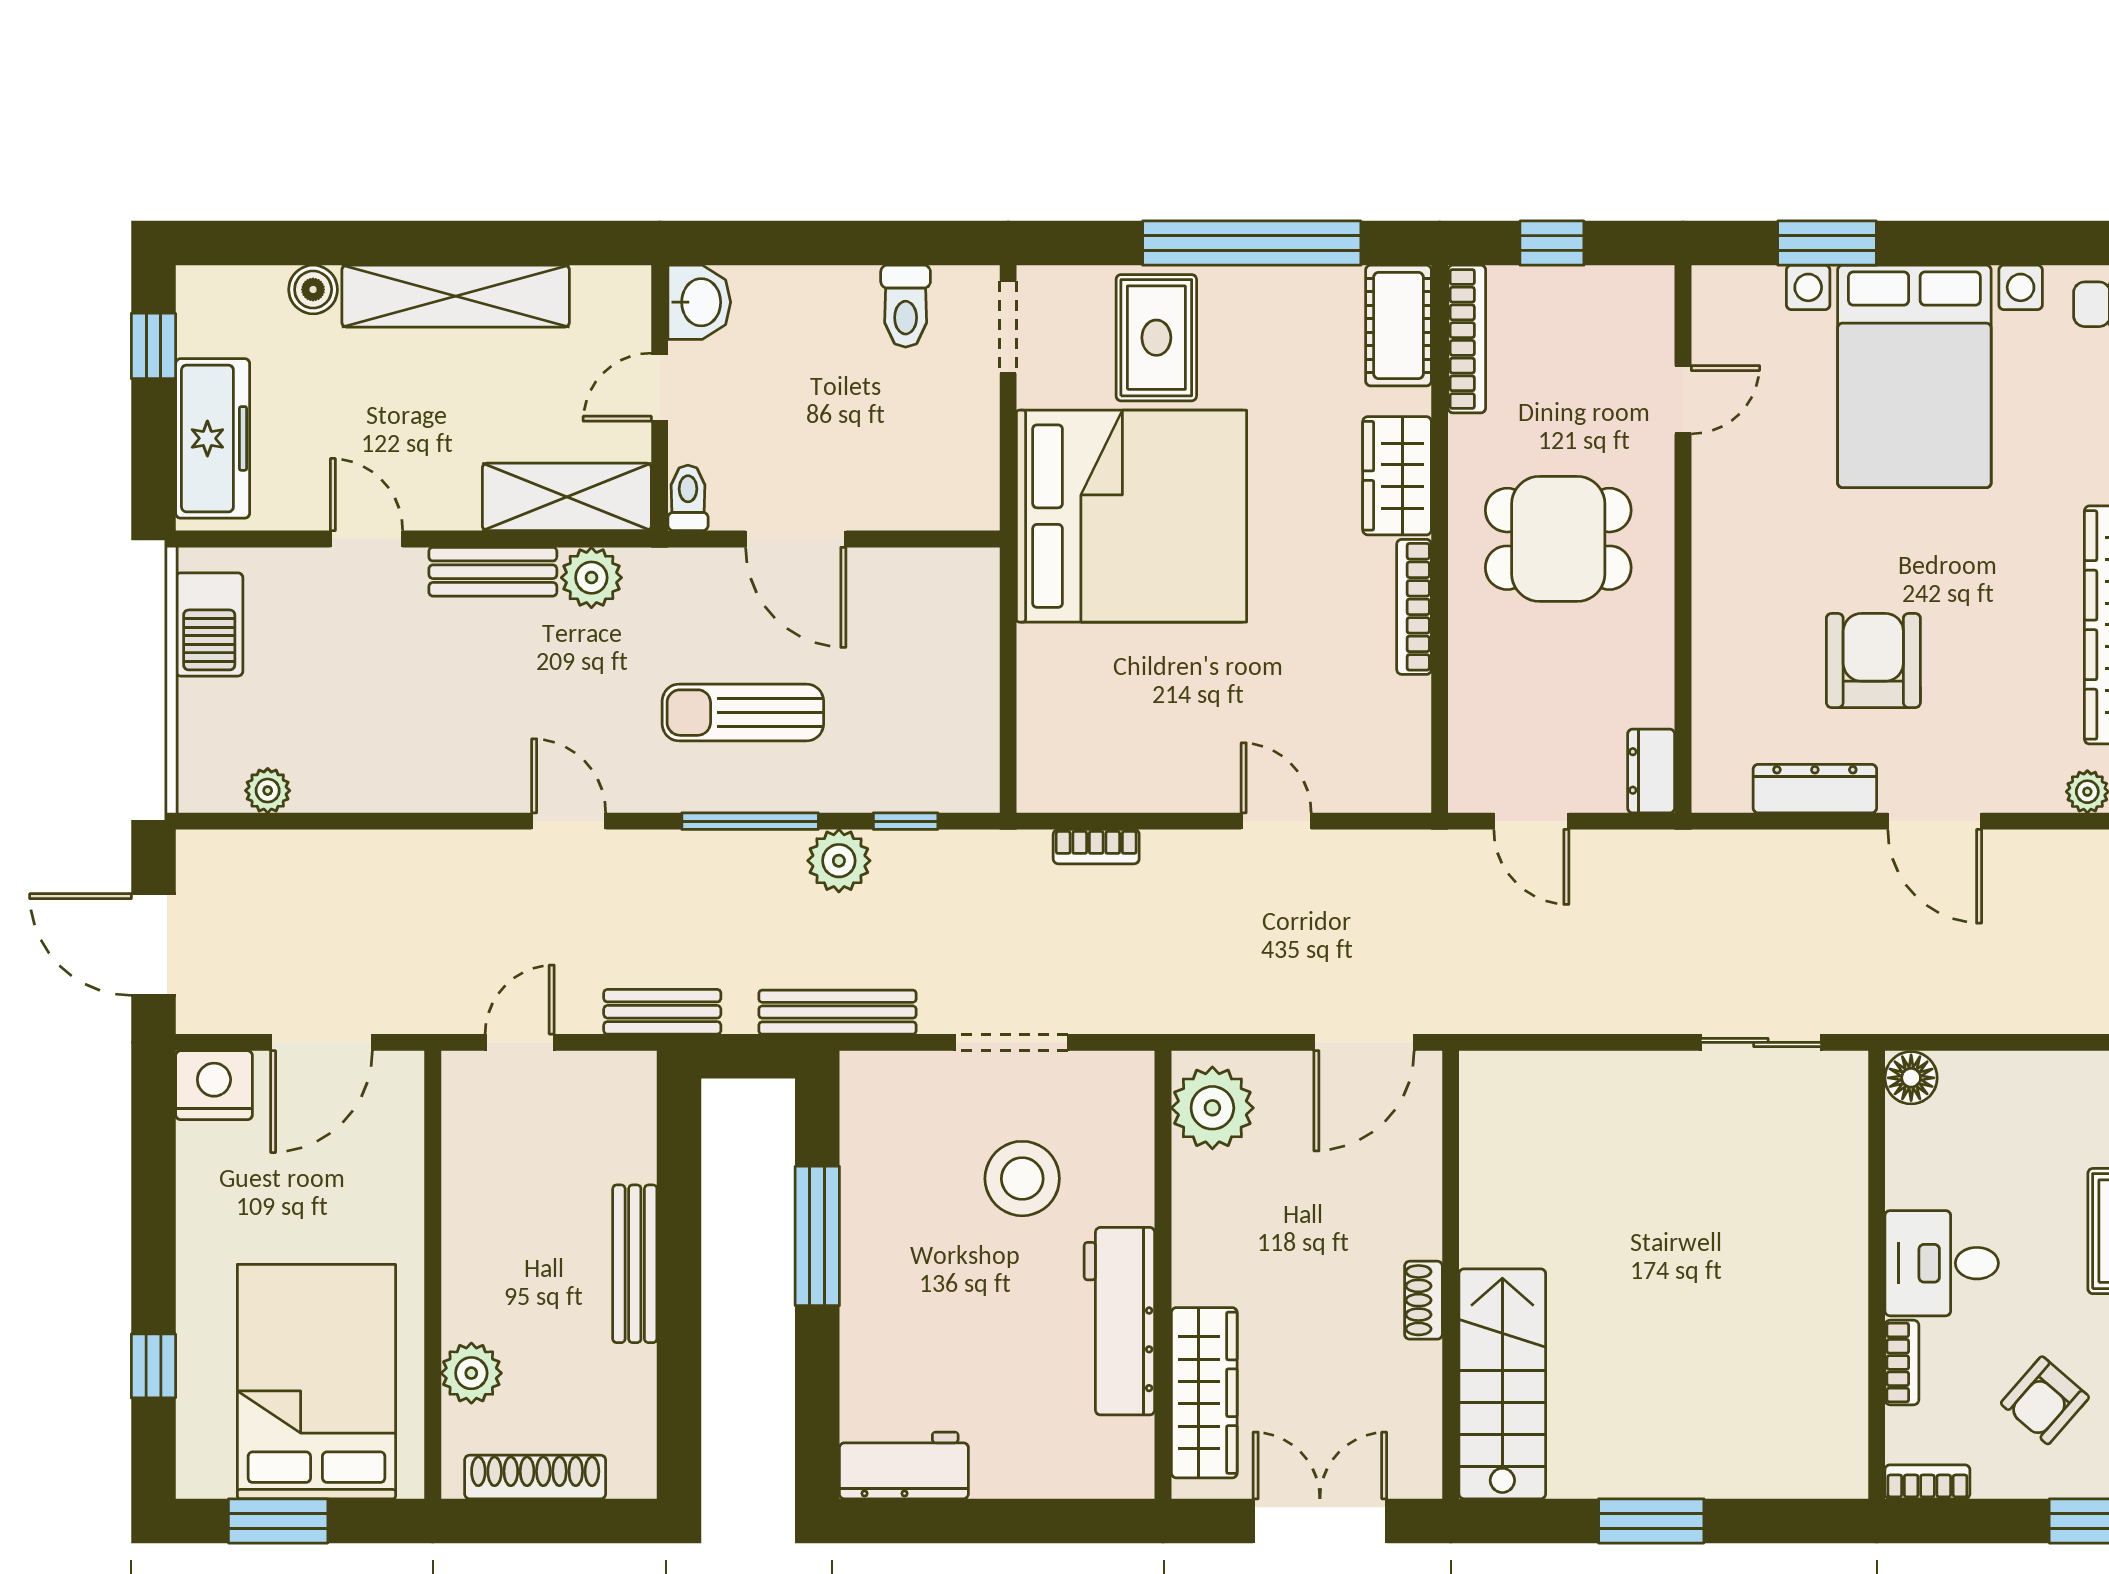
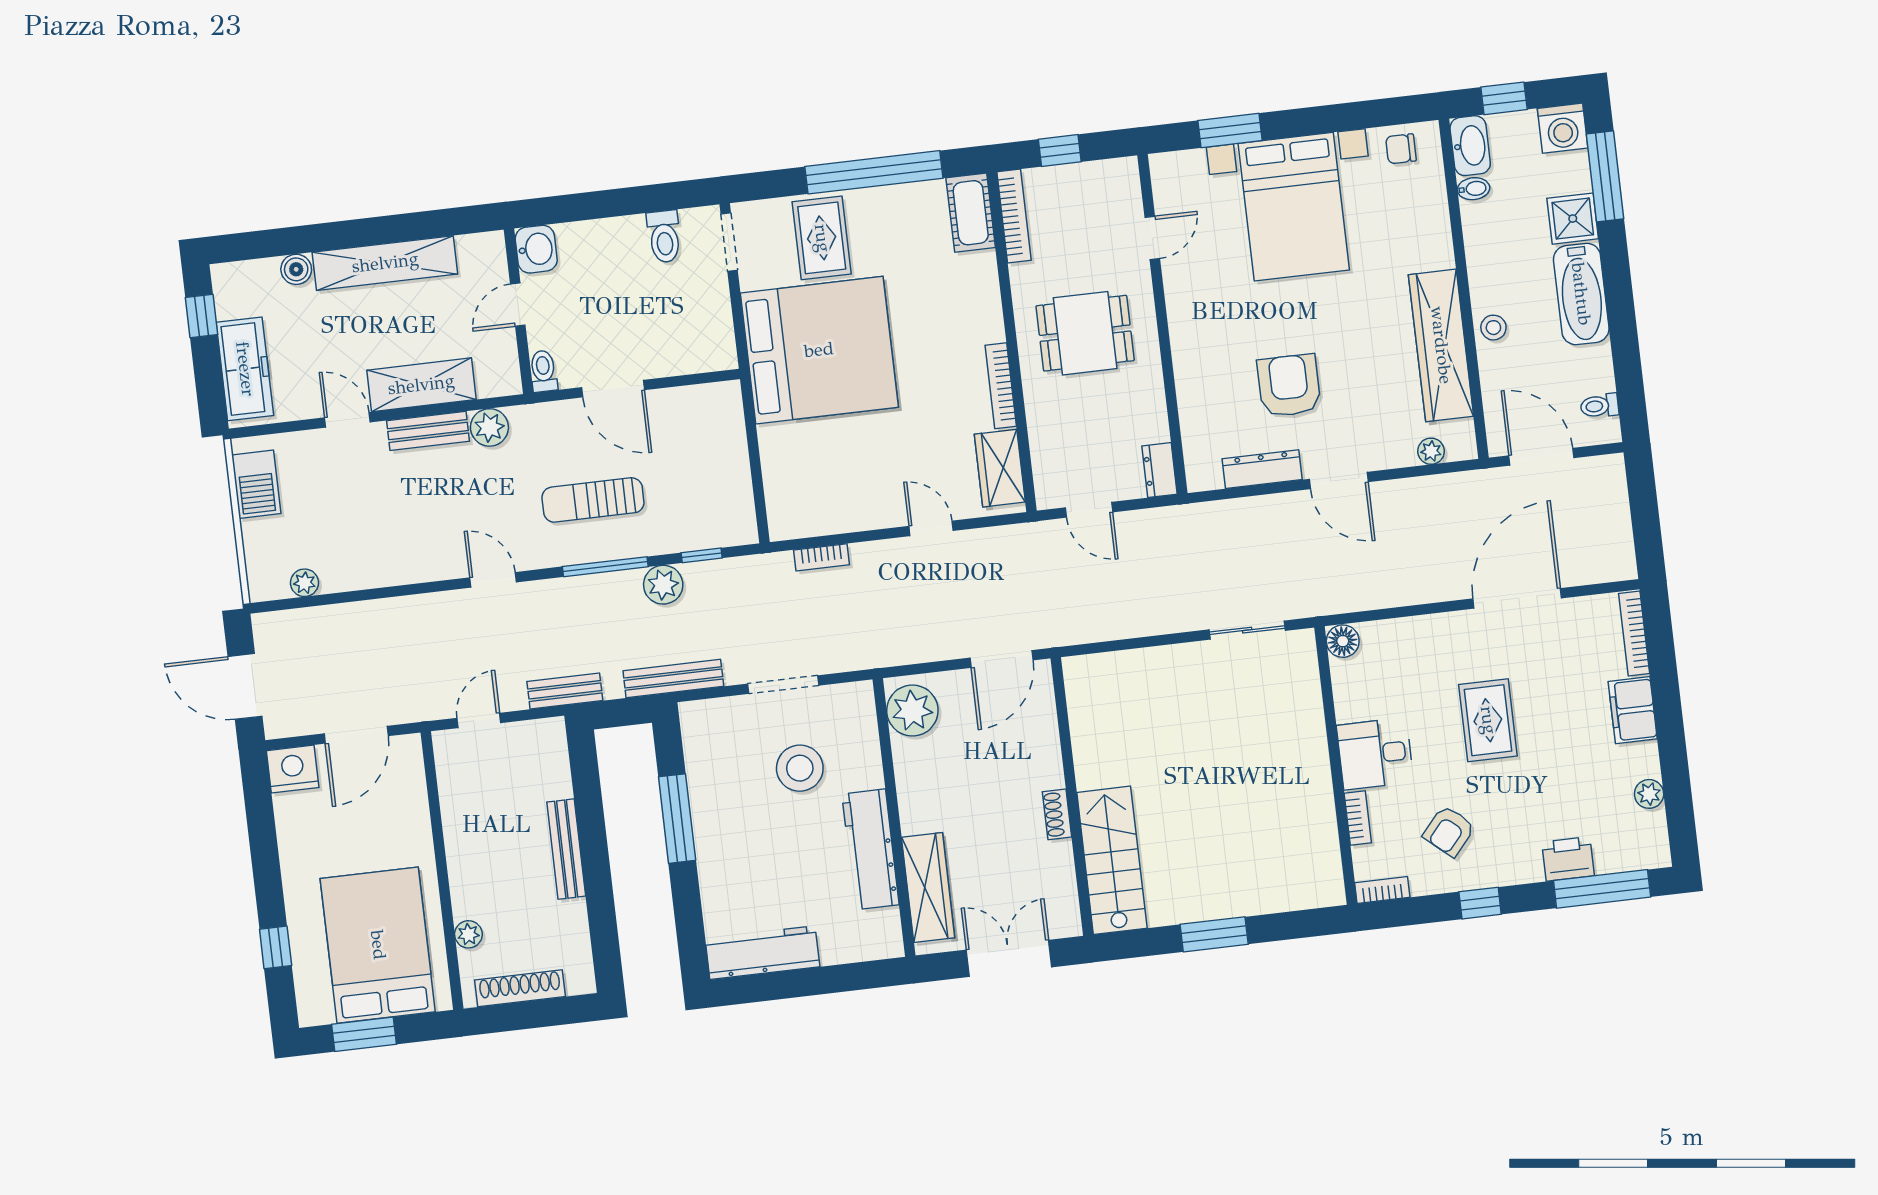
wardrobe: (1397, 476) -> (1000, 468), moved
shelving: (567, 497) -> (421, 385), moved
plant: (471, 1373) -> (468, 934), width x0.73, depth x0.73
workbench: (904, 1465) -> (762, 953), width x1.38

